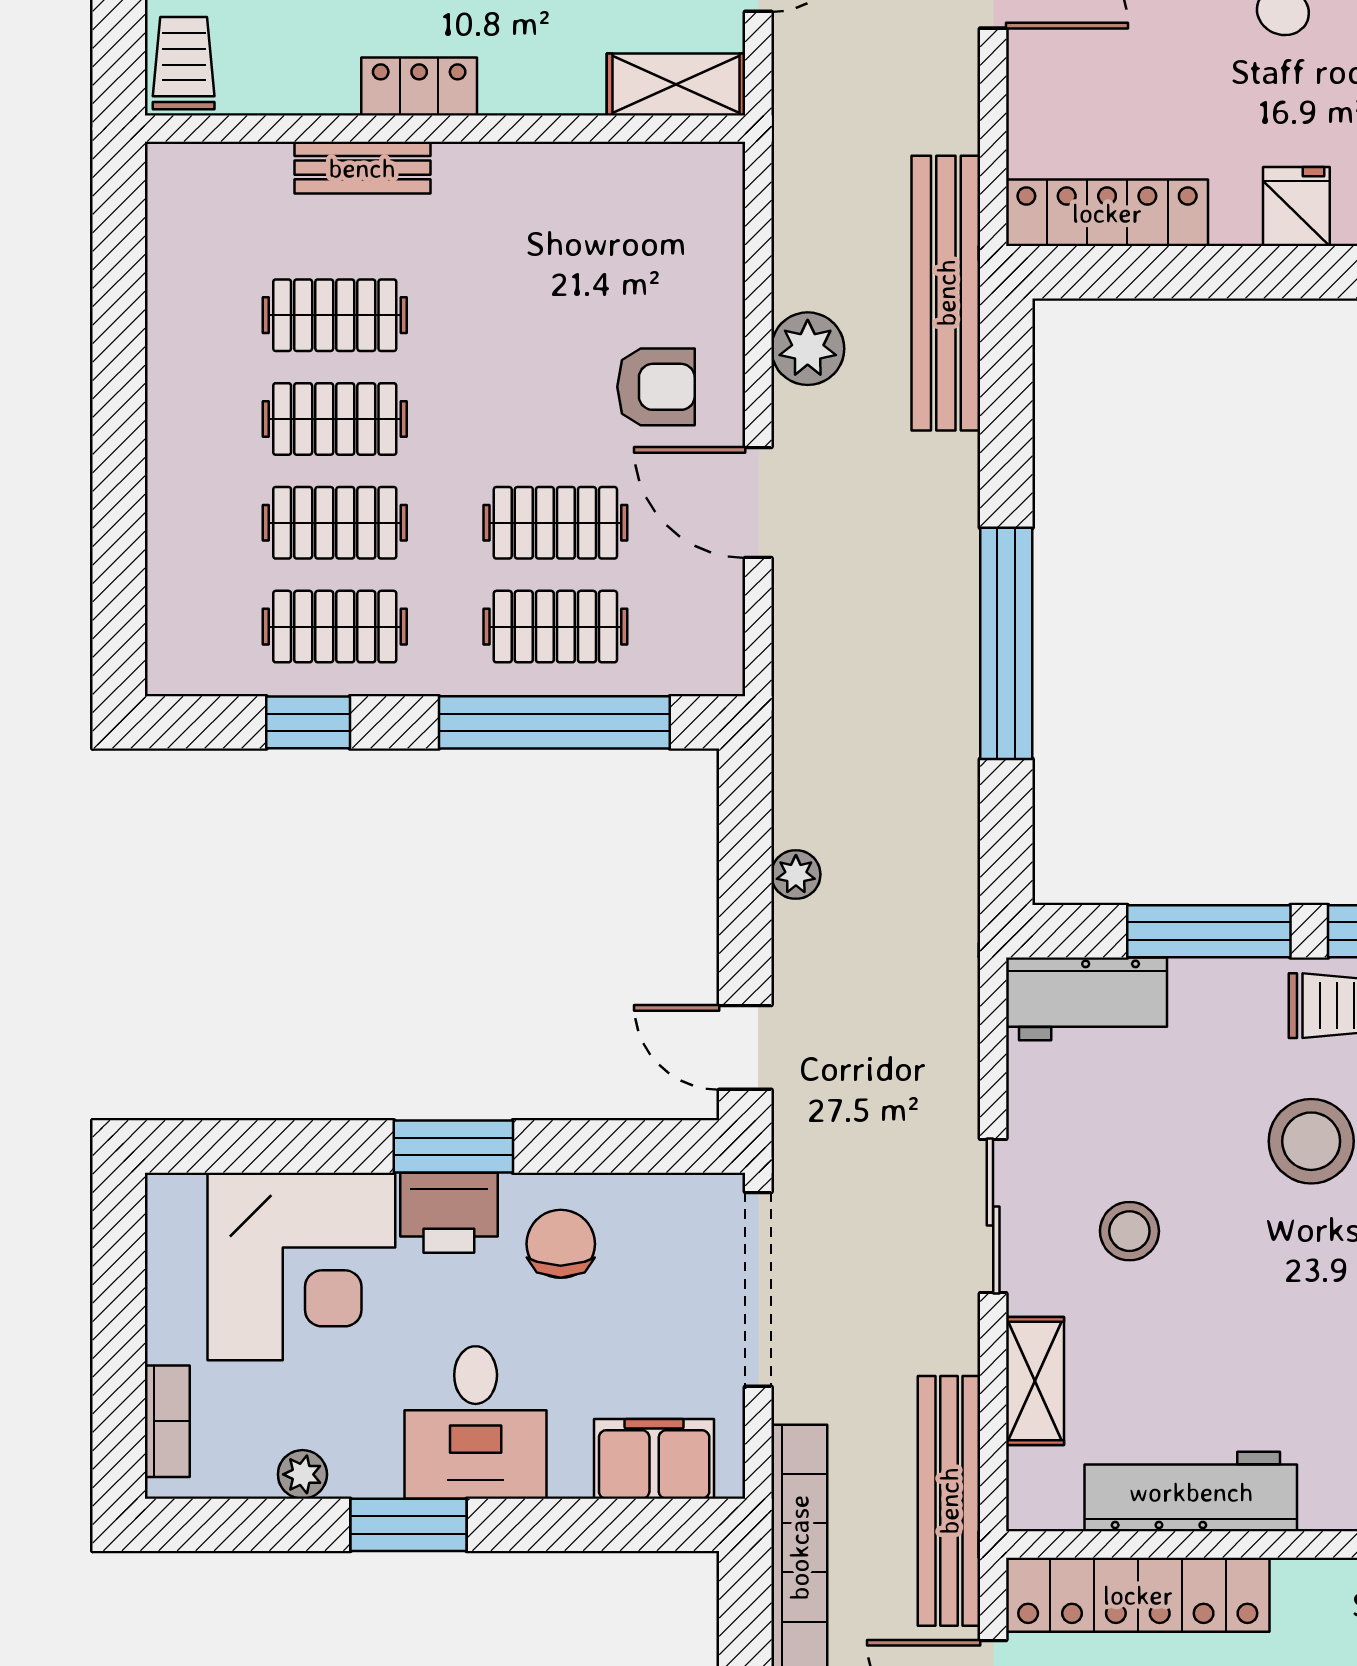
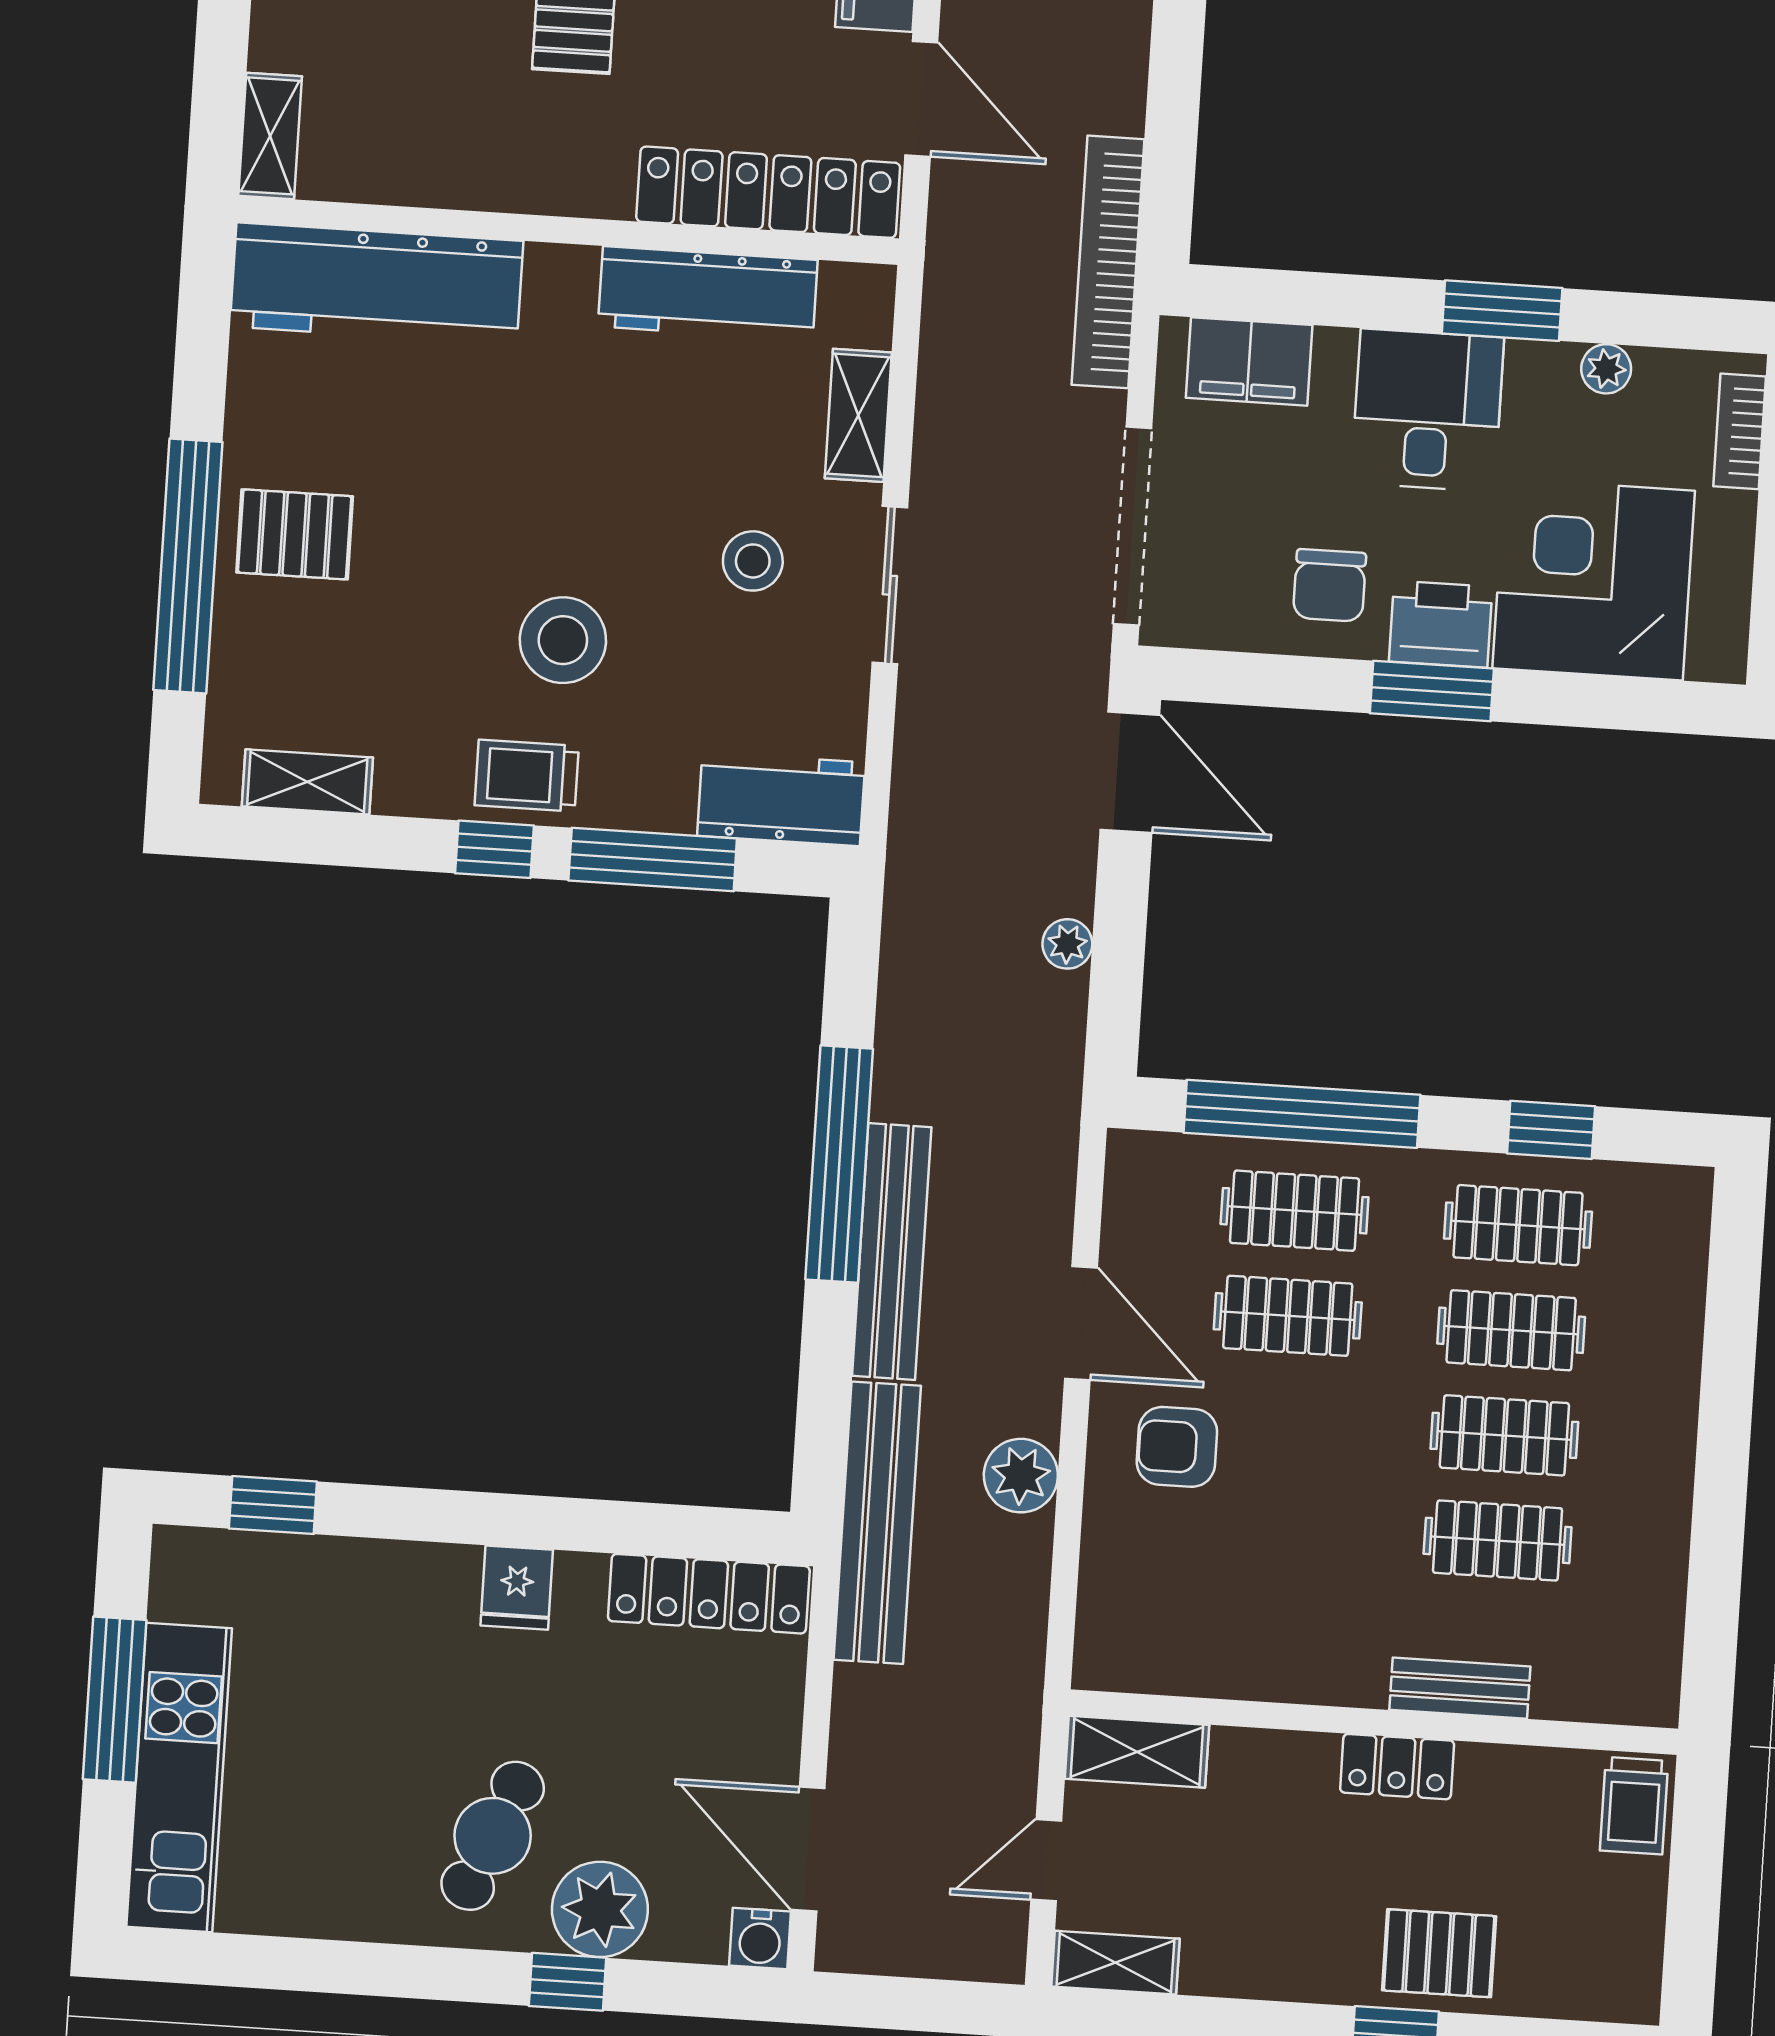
door: (745, 1047) -> (1130, 772), width x1.37
bench: (949, 1501) -> (892, 1251), moved

